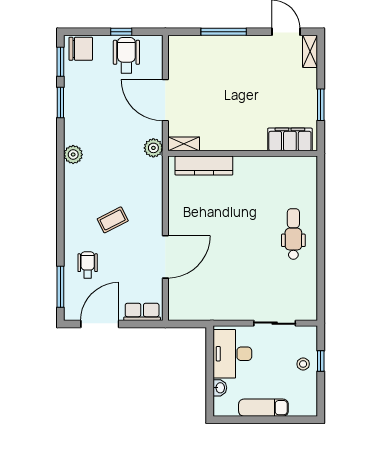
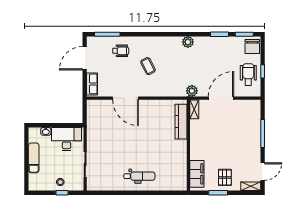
wheelchair: (126, 55) -> (248, 74), turned -90
pallet: (296, 94) -> (225, 177), added
door: (100, 324) -> (85, 58), swing flipped

